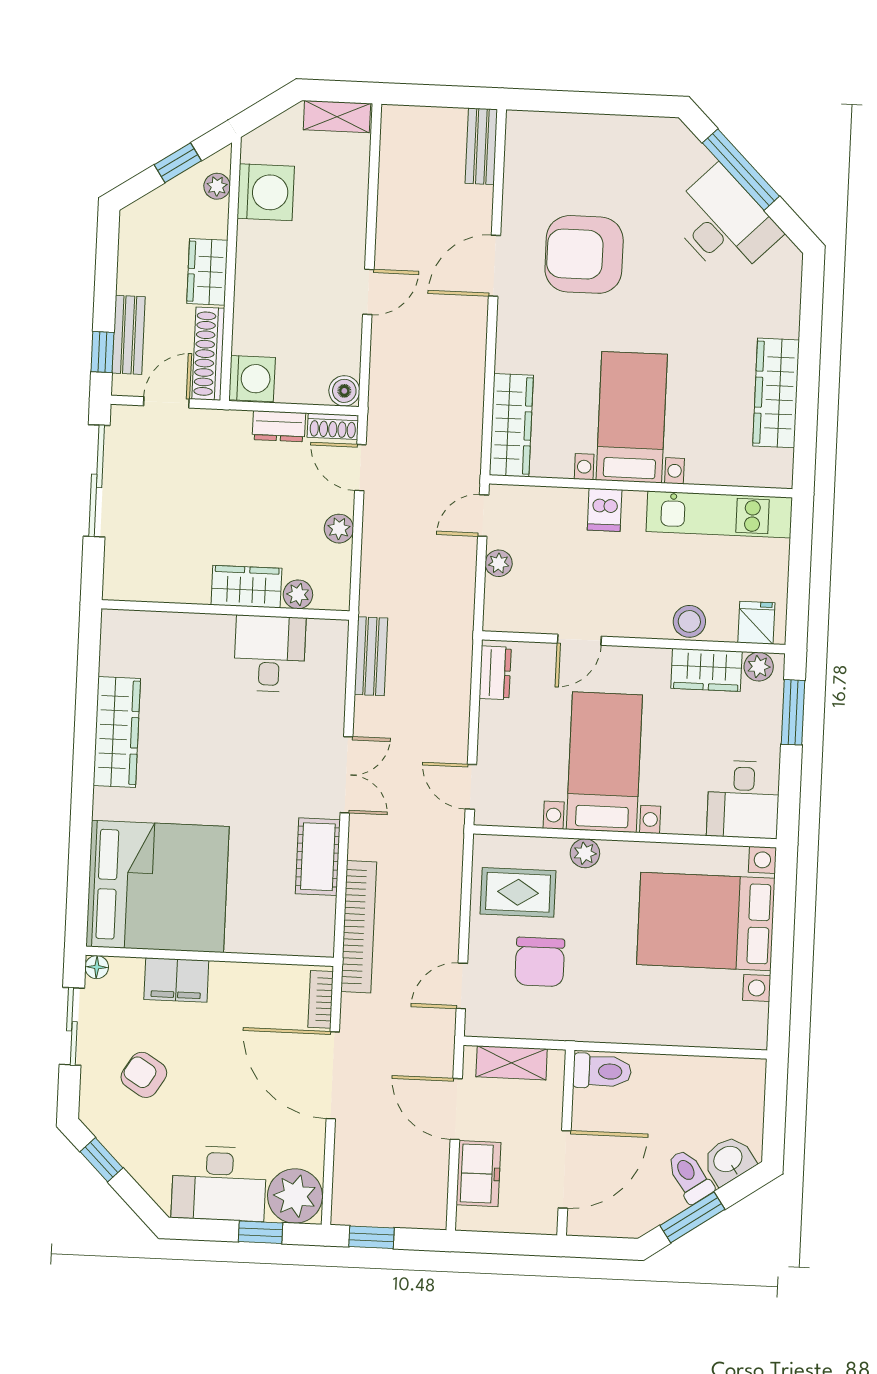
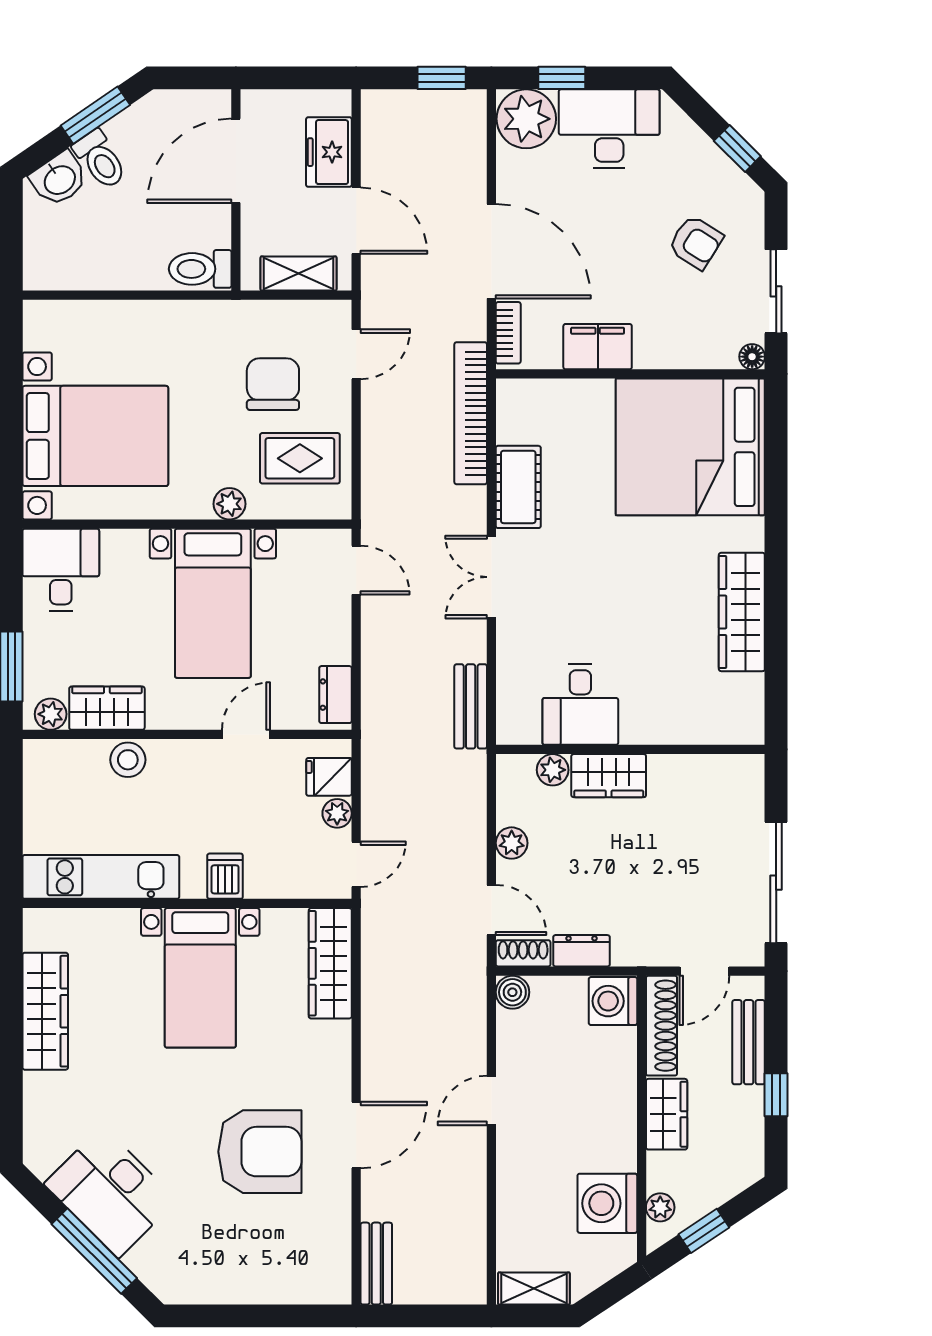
window: (102, 352) -> (776, 1095), moved
fridge: (756, 623) -> (329, 777), moved, turned 90
filing cabinet: (176, 980) -> (598, 347), moved

